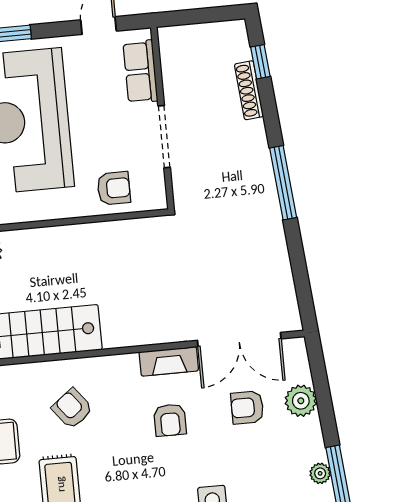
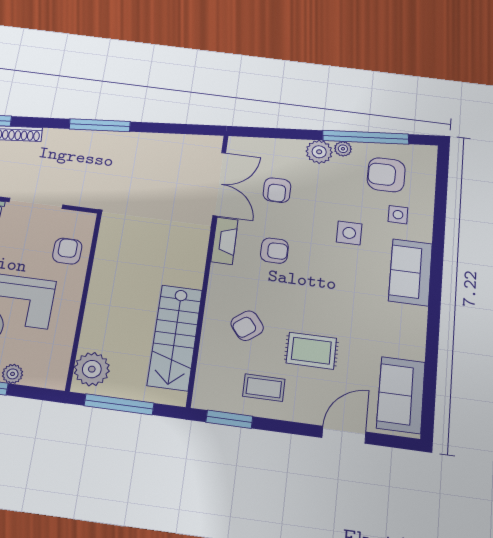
plant: (301, 401) -> (319, 152), moved

